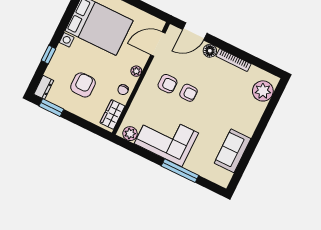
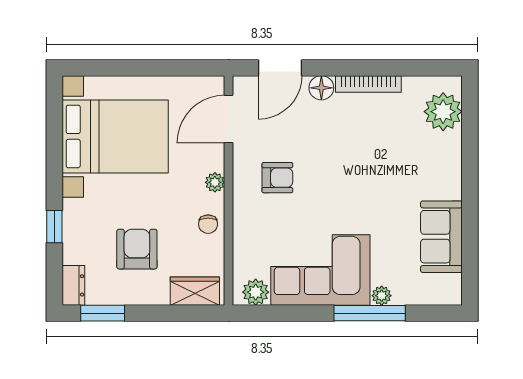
armchair: (189, 93) -> (320, 176), removed
wardrobe: (112, 114) -> (195, 291), moved, turned 90
plant: (190, 165) -> (382, 296), added

